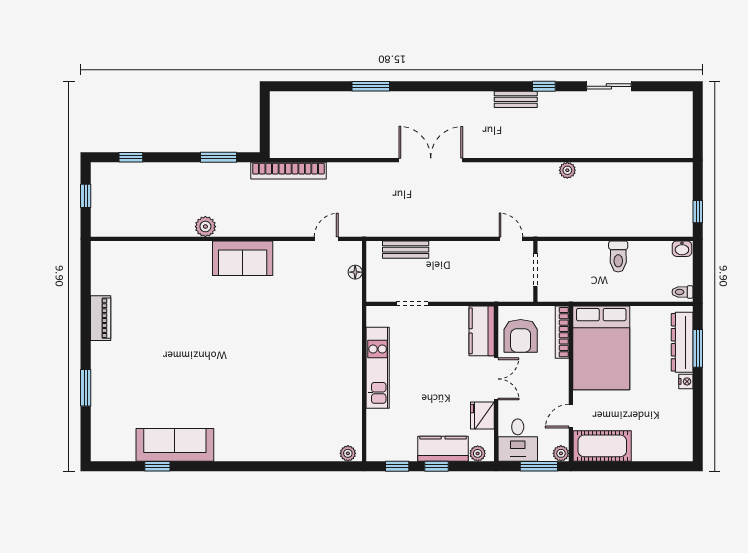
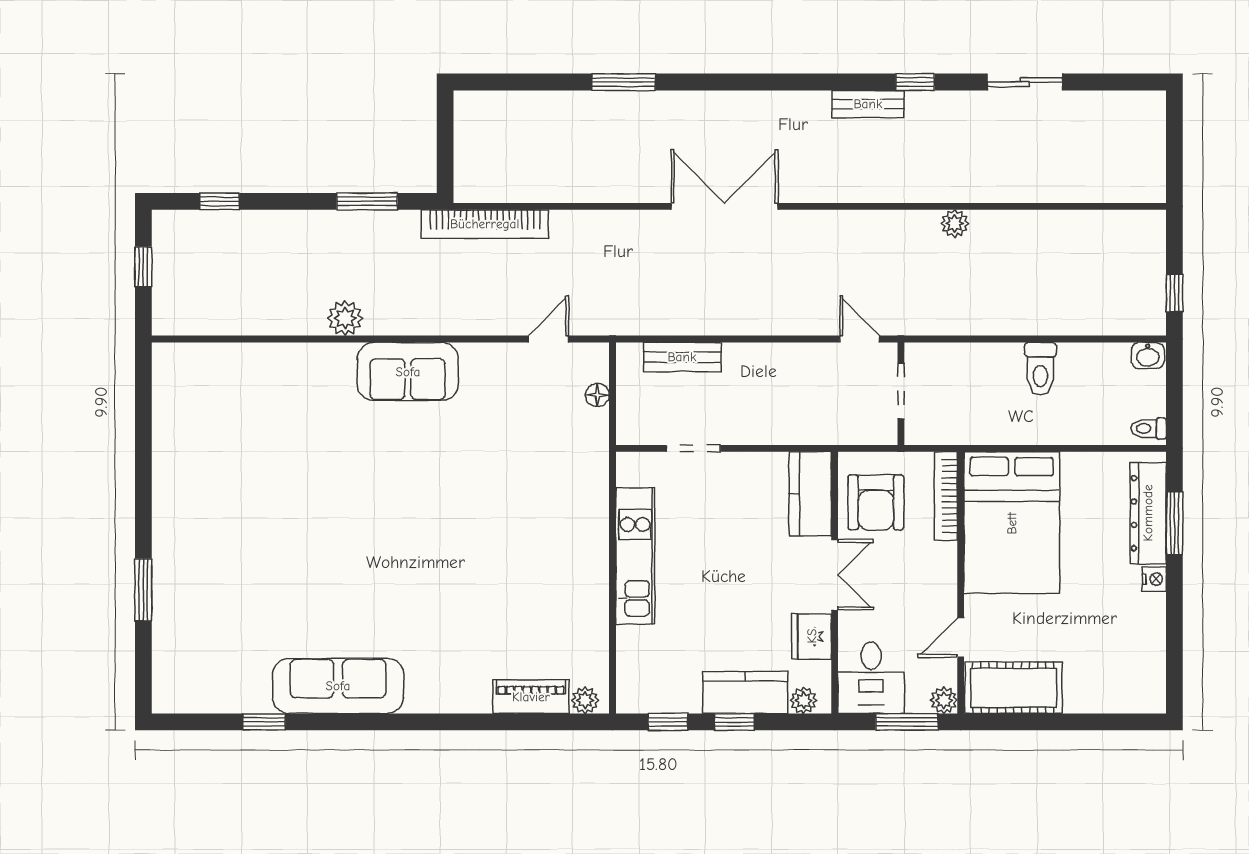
piano: (101, 318) -> (531, 697), moved, turned -90
sofa: (175, 445) -> (338, 686), moved

